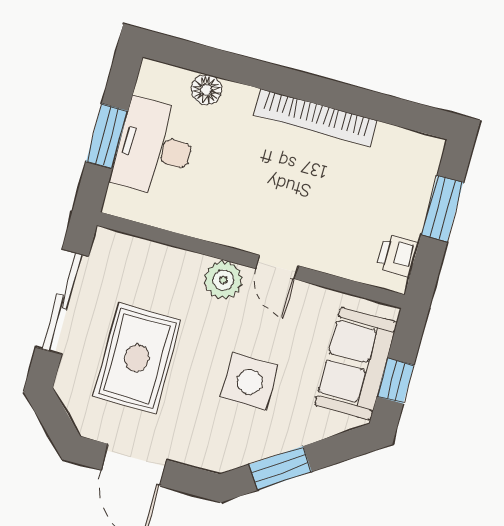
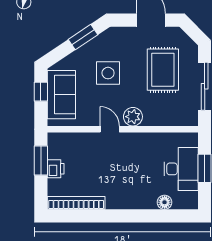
bookcase: (316, 118) -> (76, 203), moved
window: (442, 209) -> (41, 161), moved
printer: (398, 256) -> (56, 169), moved

